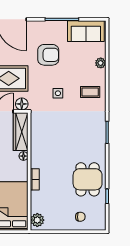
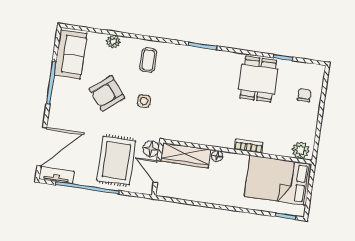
armchair: (48, 55) -> (107, 93), moved, turned -129
dining table: (88, 179) -> (258, 79), turned 90

